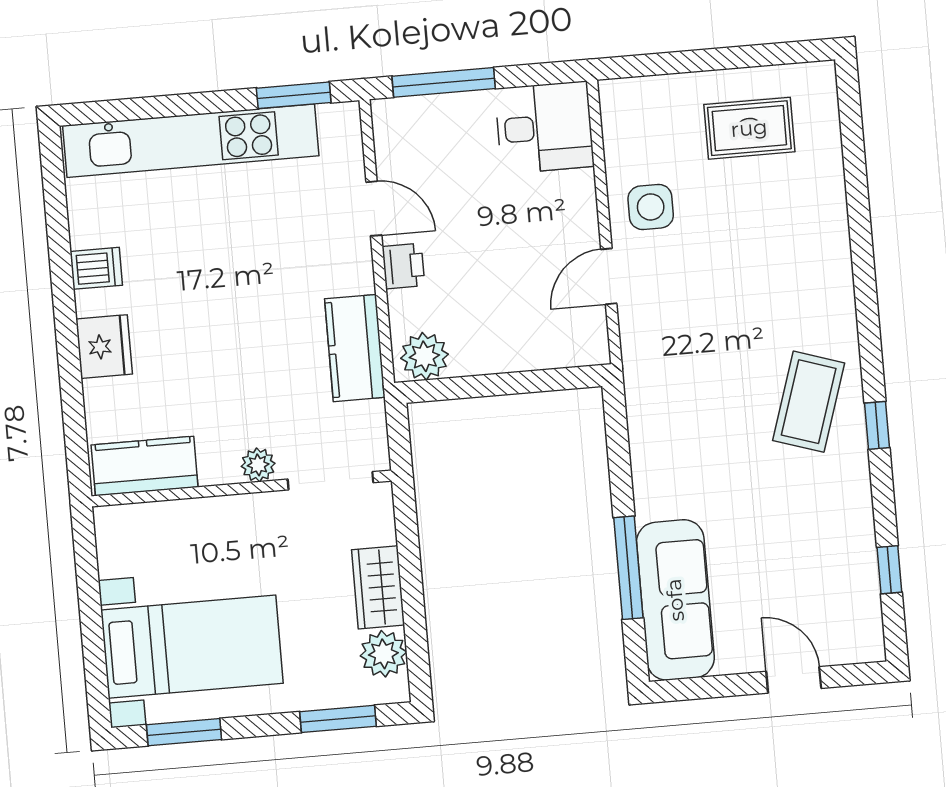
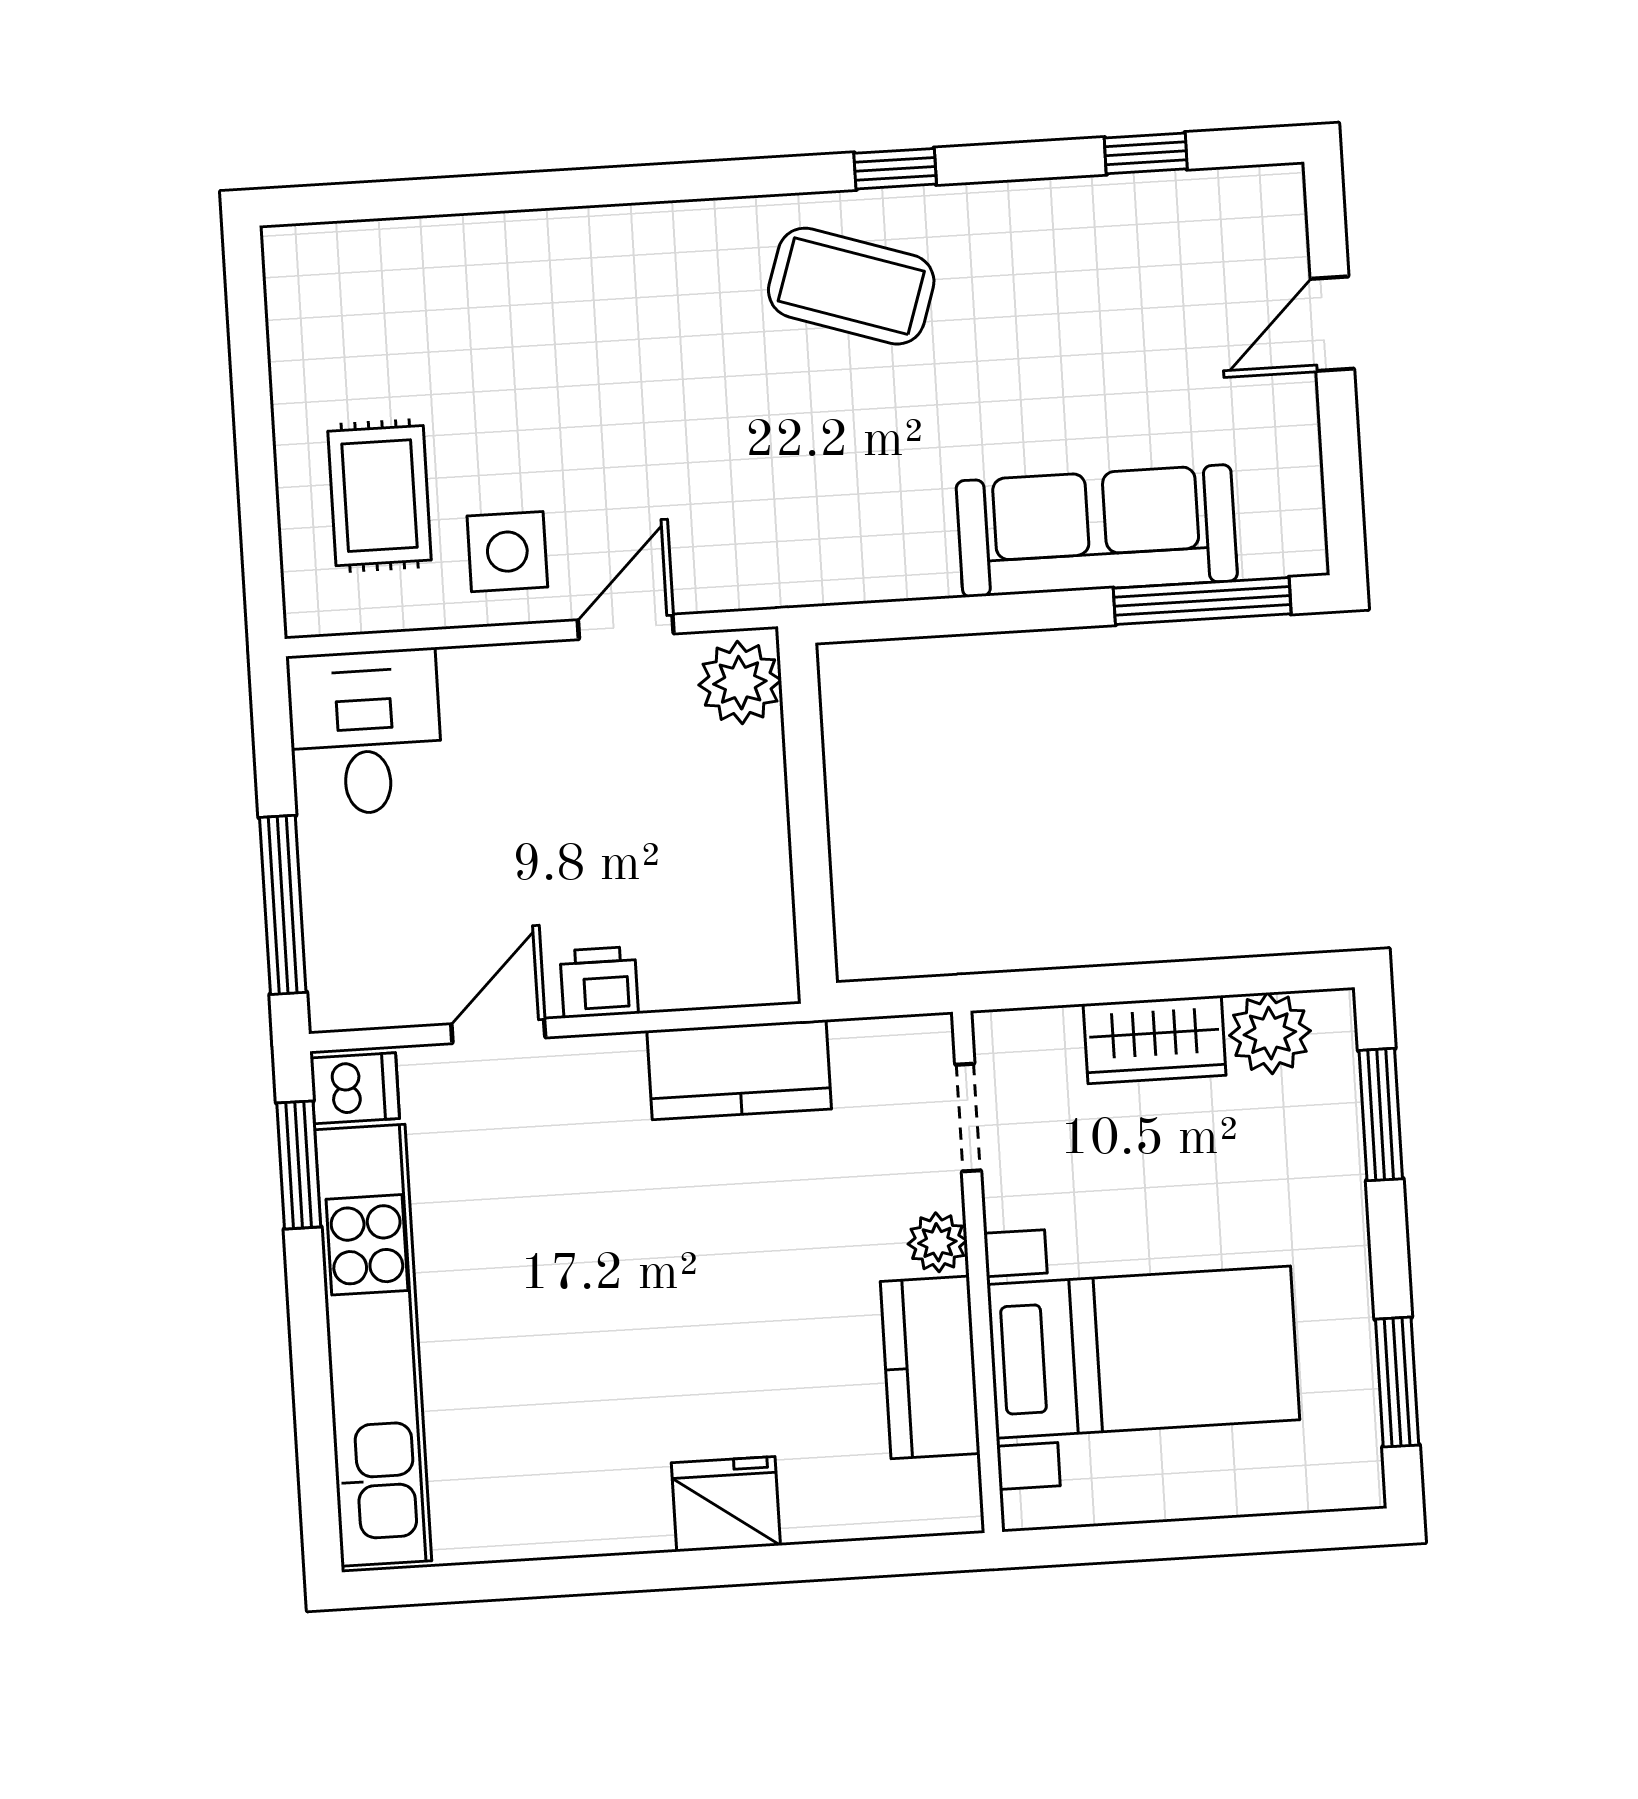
rug: (749, 128) -> (380, 496), moved
dishwasher: (96, 268) -> (355, 1088), moved, turned 90
door: (609, 276) -> (626, 627), swing flipped
plant: (424, 356) -> (740, 683), moved
kitchen counter: (145, 466) -> (930, 1367), moved
doorway: (330, 481) -> (968, 1118), width x0.73
window: (628, 568) -> (1202, 601), moved
sofa: (675, 600) -> (1097, 531), moved
bed with nightstands: (192, 647) -> (1143, 1352), moved, turned 90

